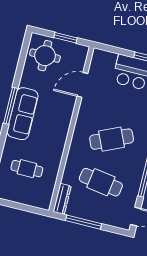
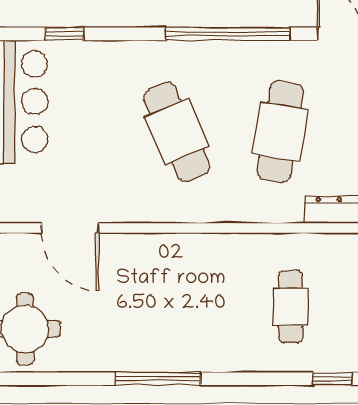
sofa: (23, 114) -> (169, 347), removed

